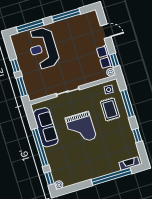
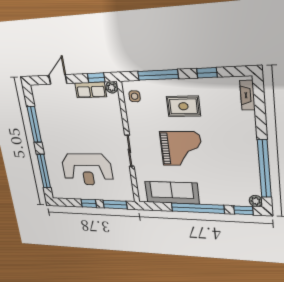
reception desk: (43, 48) -> (87, 169), moved
rug: (110, 109) -> (183, 106), moved
window: (111, 176) -> (264, 169), moved

